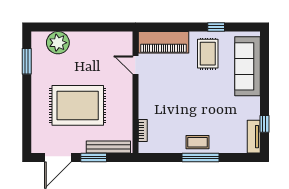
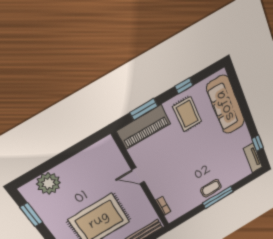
window: (171, 27) -> (144, 109), added
door: (135, 65) -> (138, 176), moved

